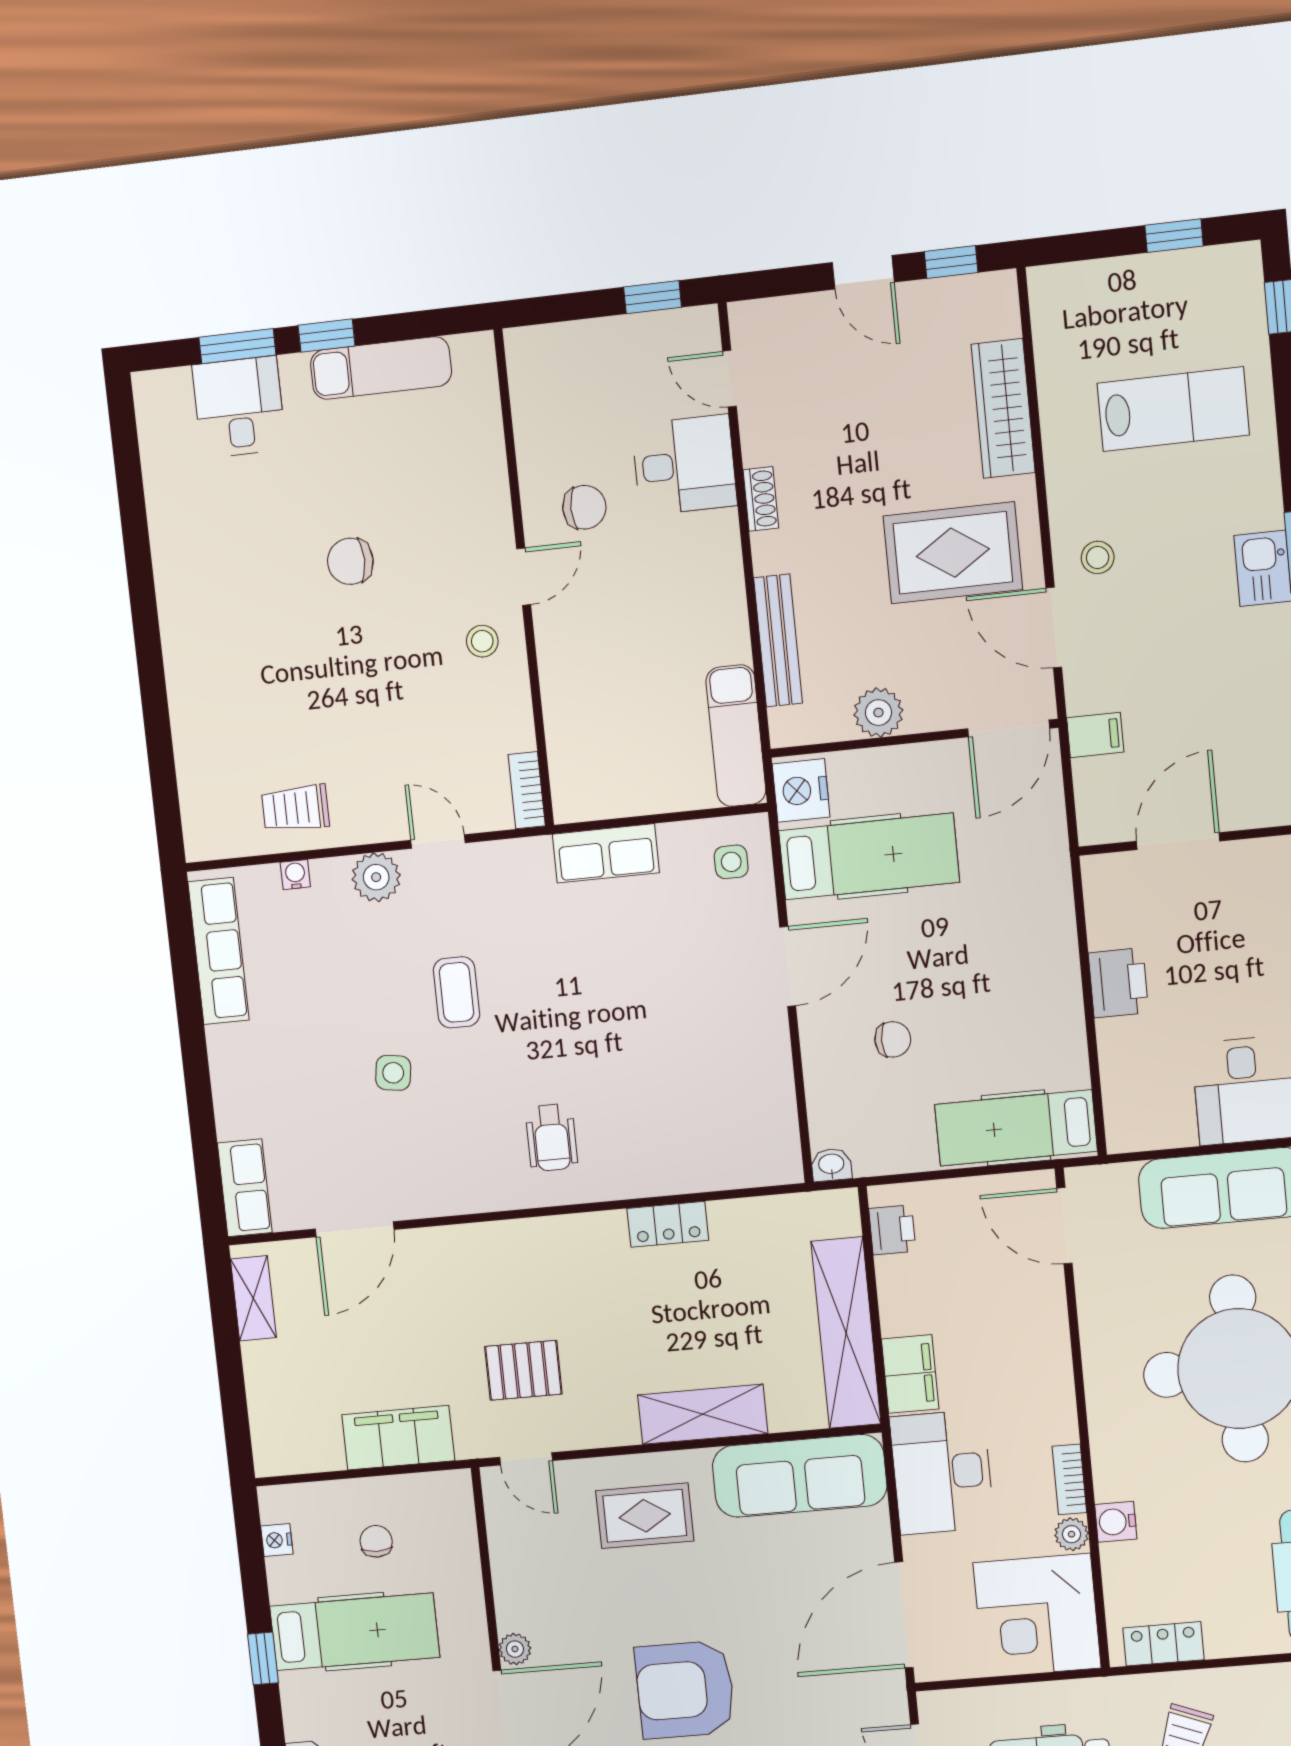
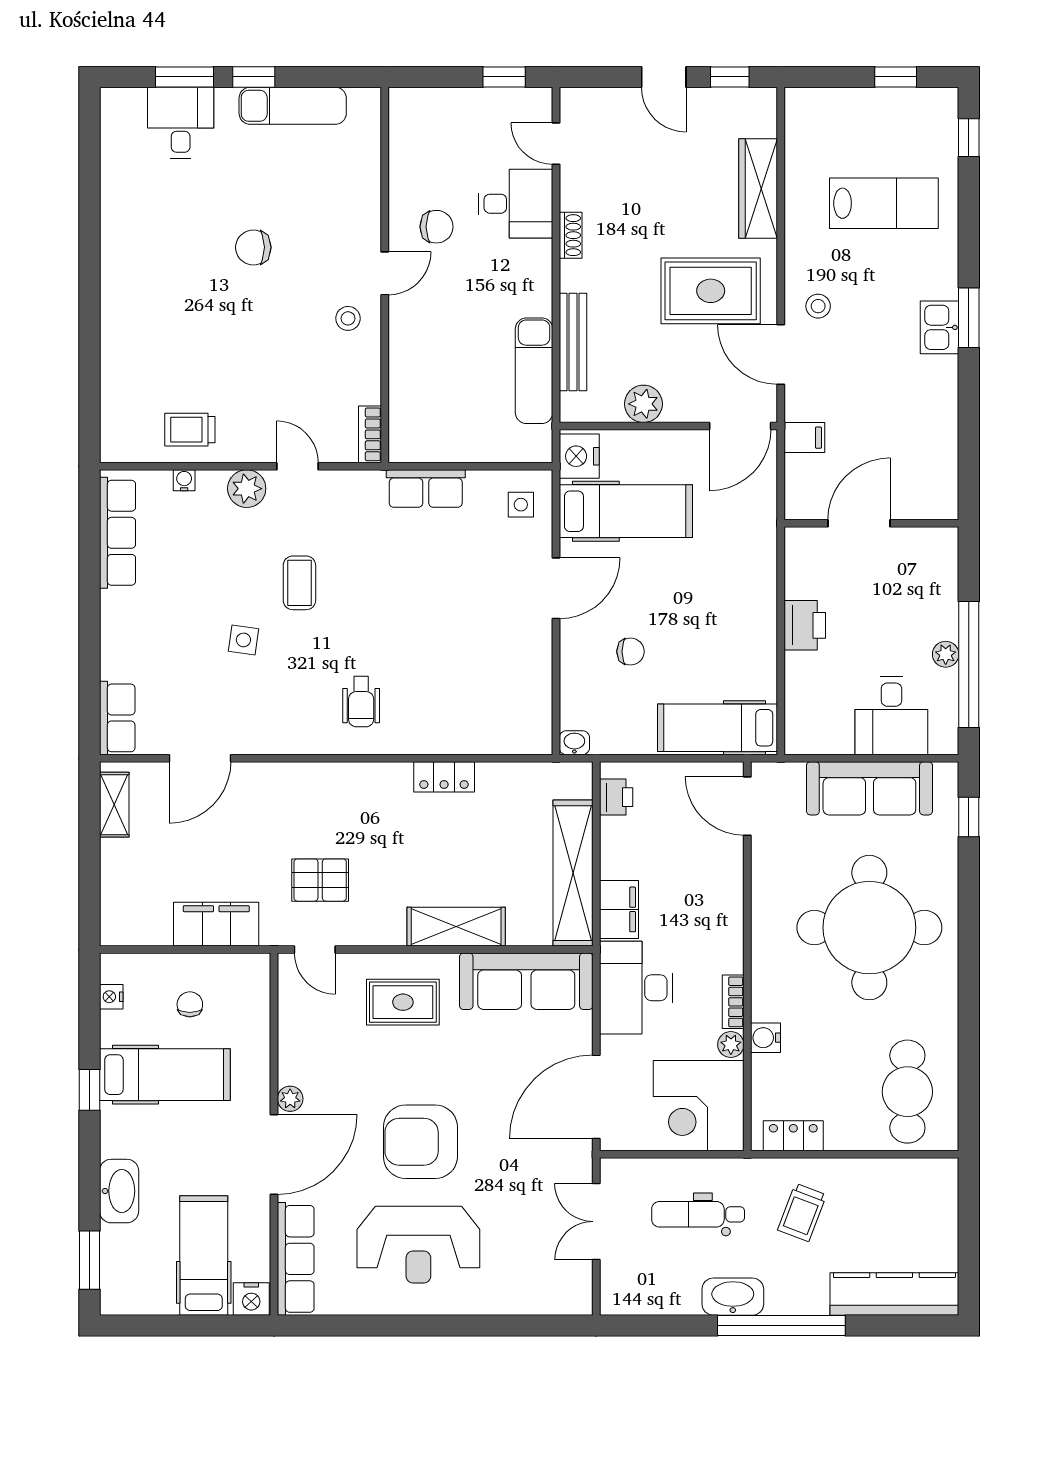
exam couch: (736, 736) -> (534, 371), moved

